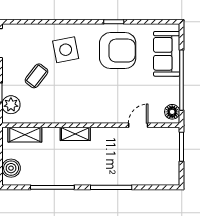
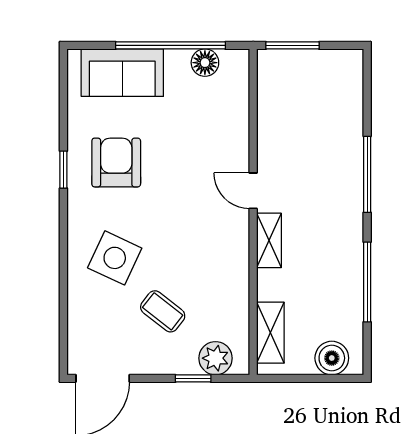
side table: (66, 50) -> (115, 258), turned 36
armchair: (118, 51) -> (116, 162), width x0.73, depth x0.73
floor lamp: (172, 112) -> (205, 63), moved
door: (138, 125) -> (253, 191), moved

